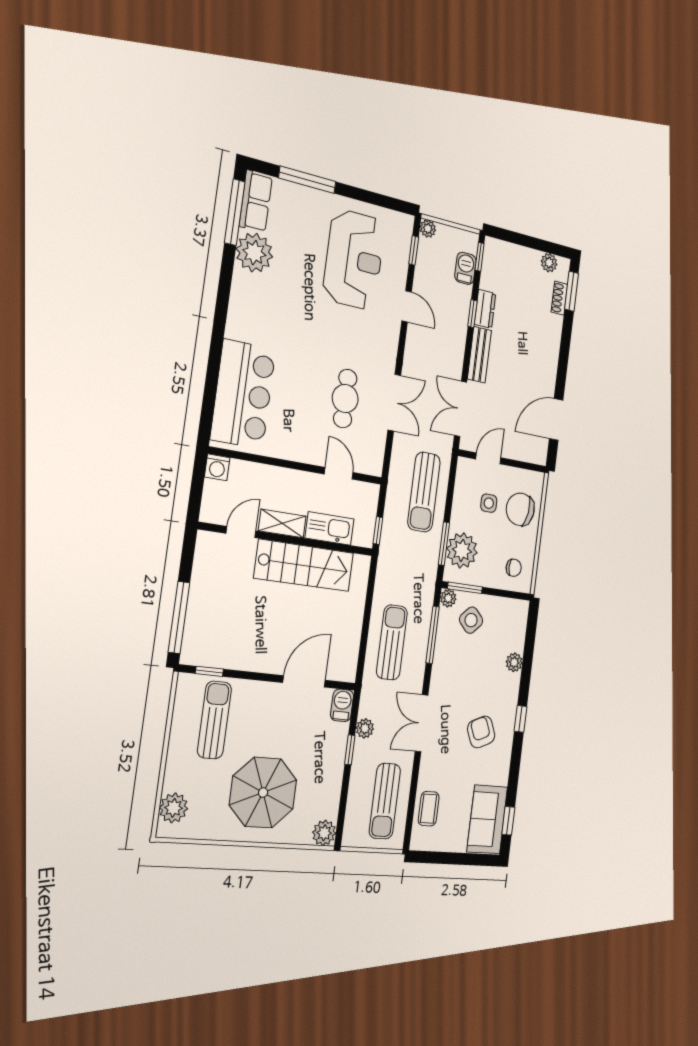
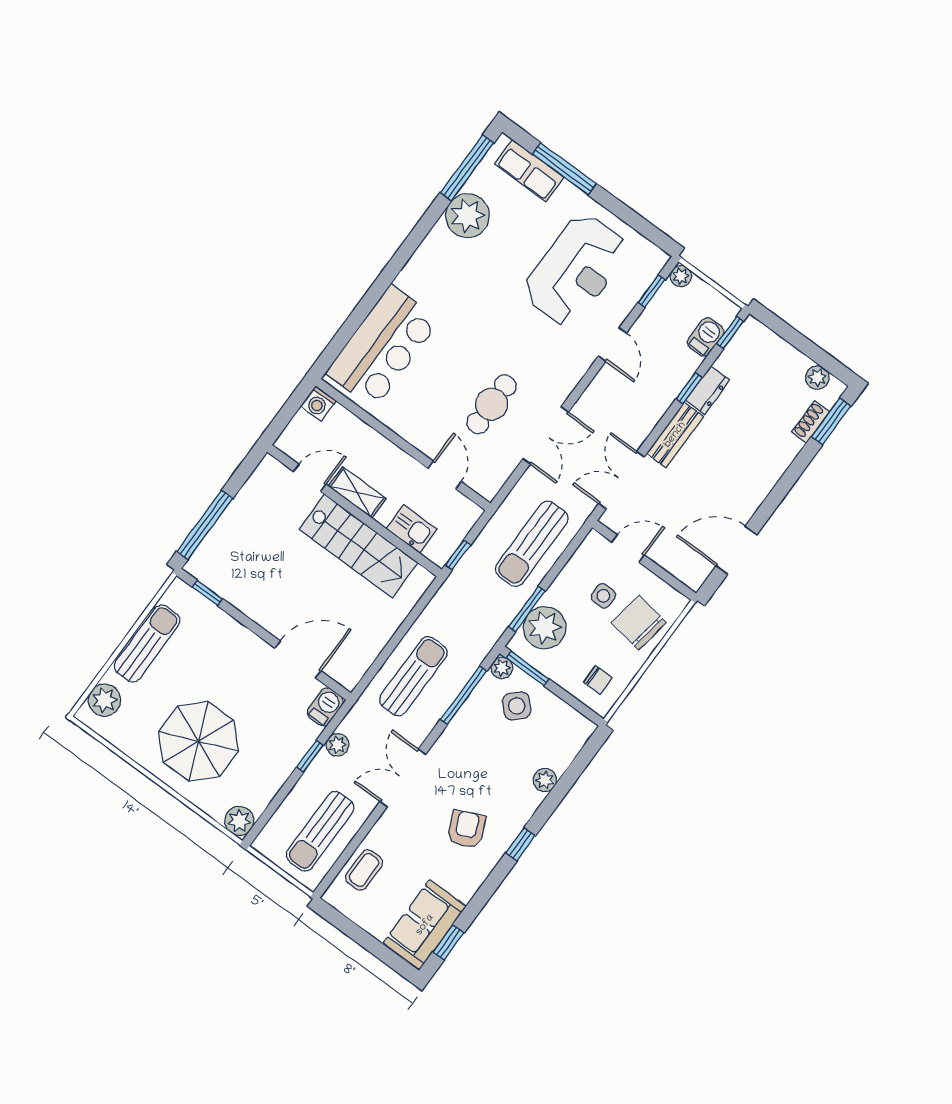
row of seats: (256, 201) -> (529, 171), moved, turned 90
kitchen sink: (330, 528) -> (412, 529), width x0.73
sun lounger: (214, 720) -> (147, 644), moved

